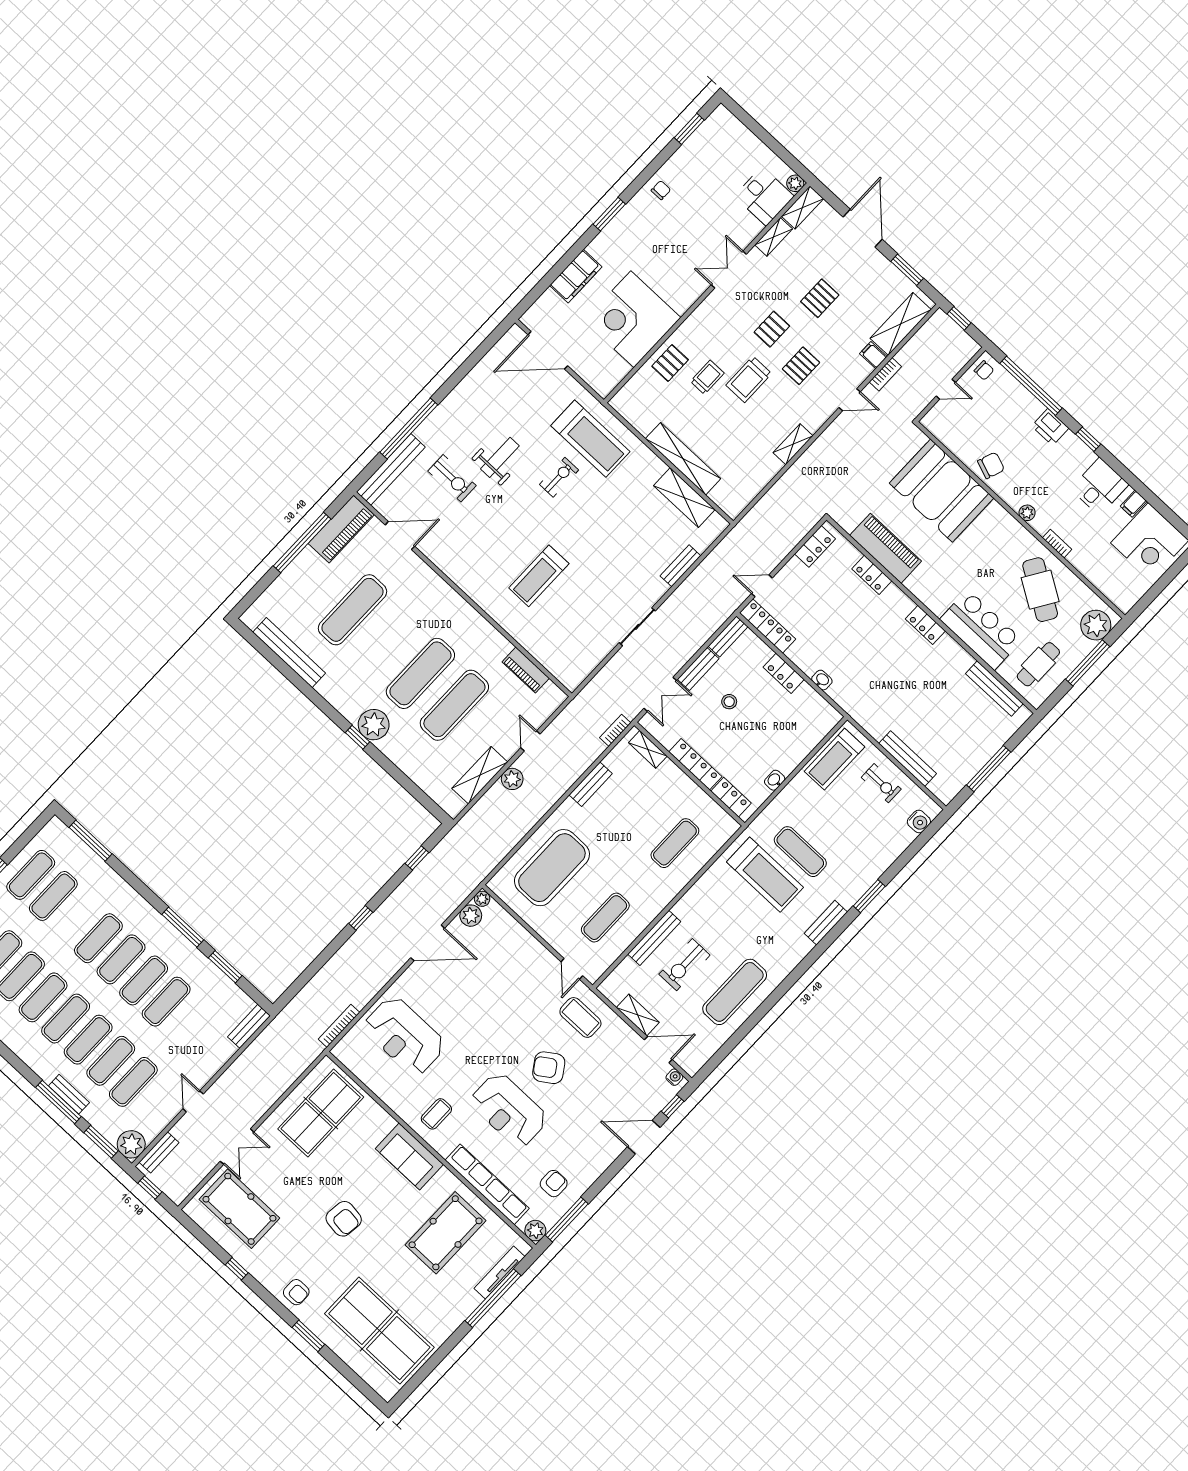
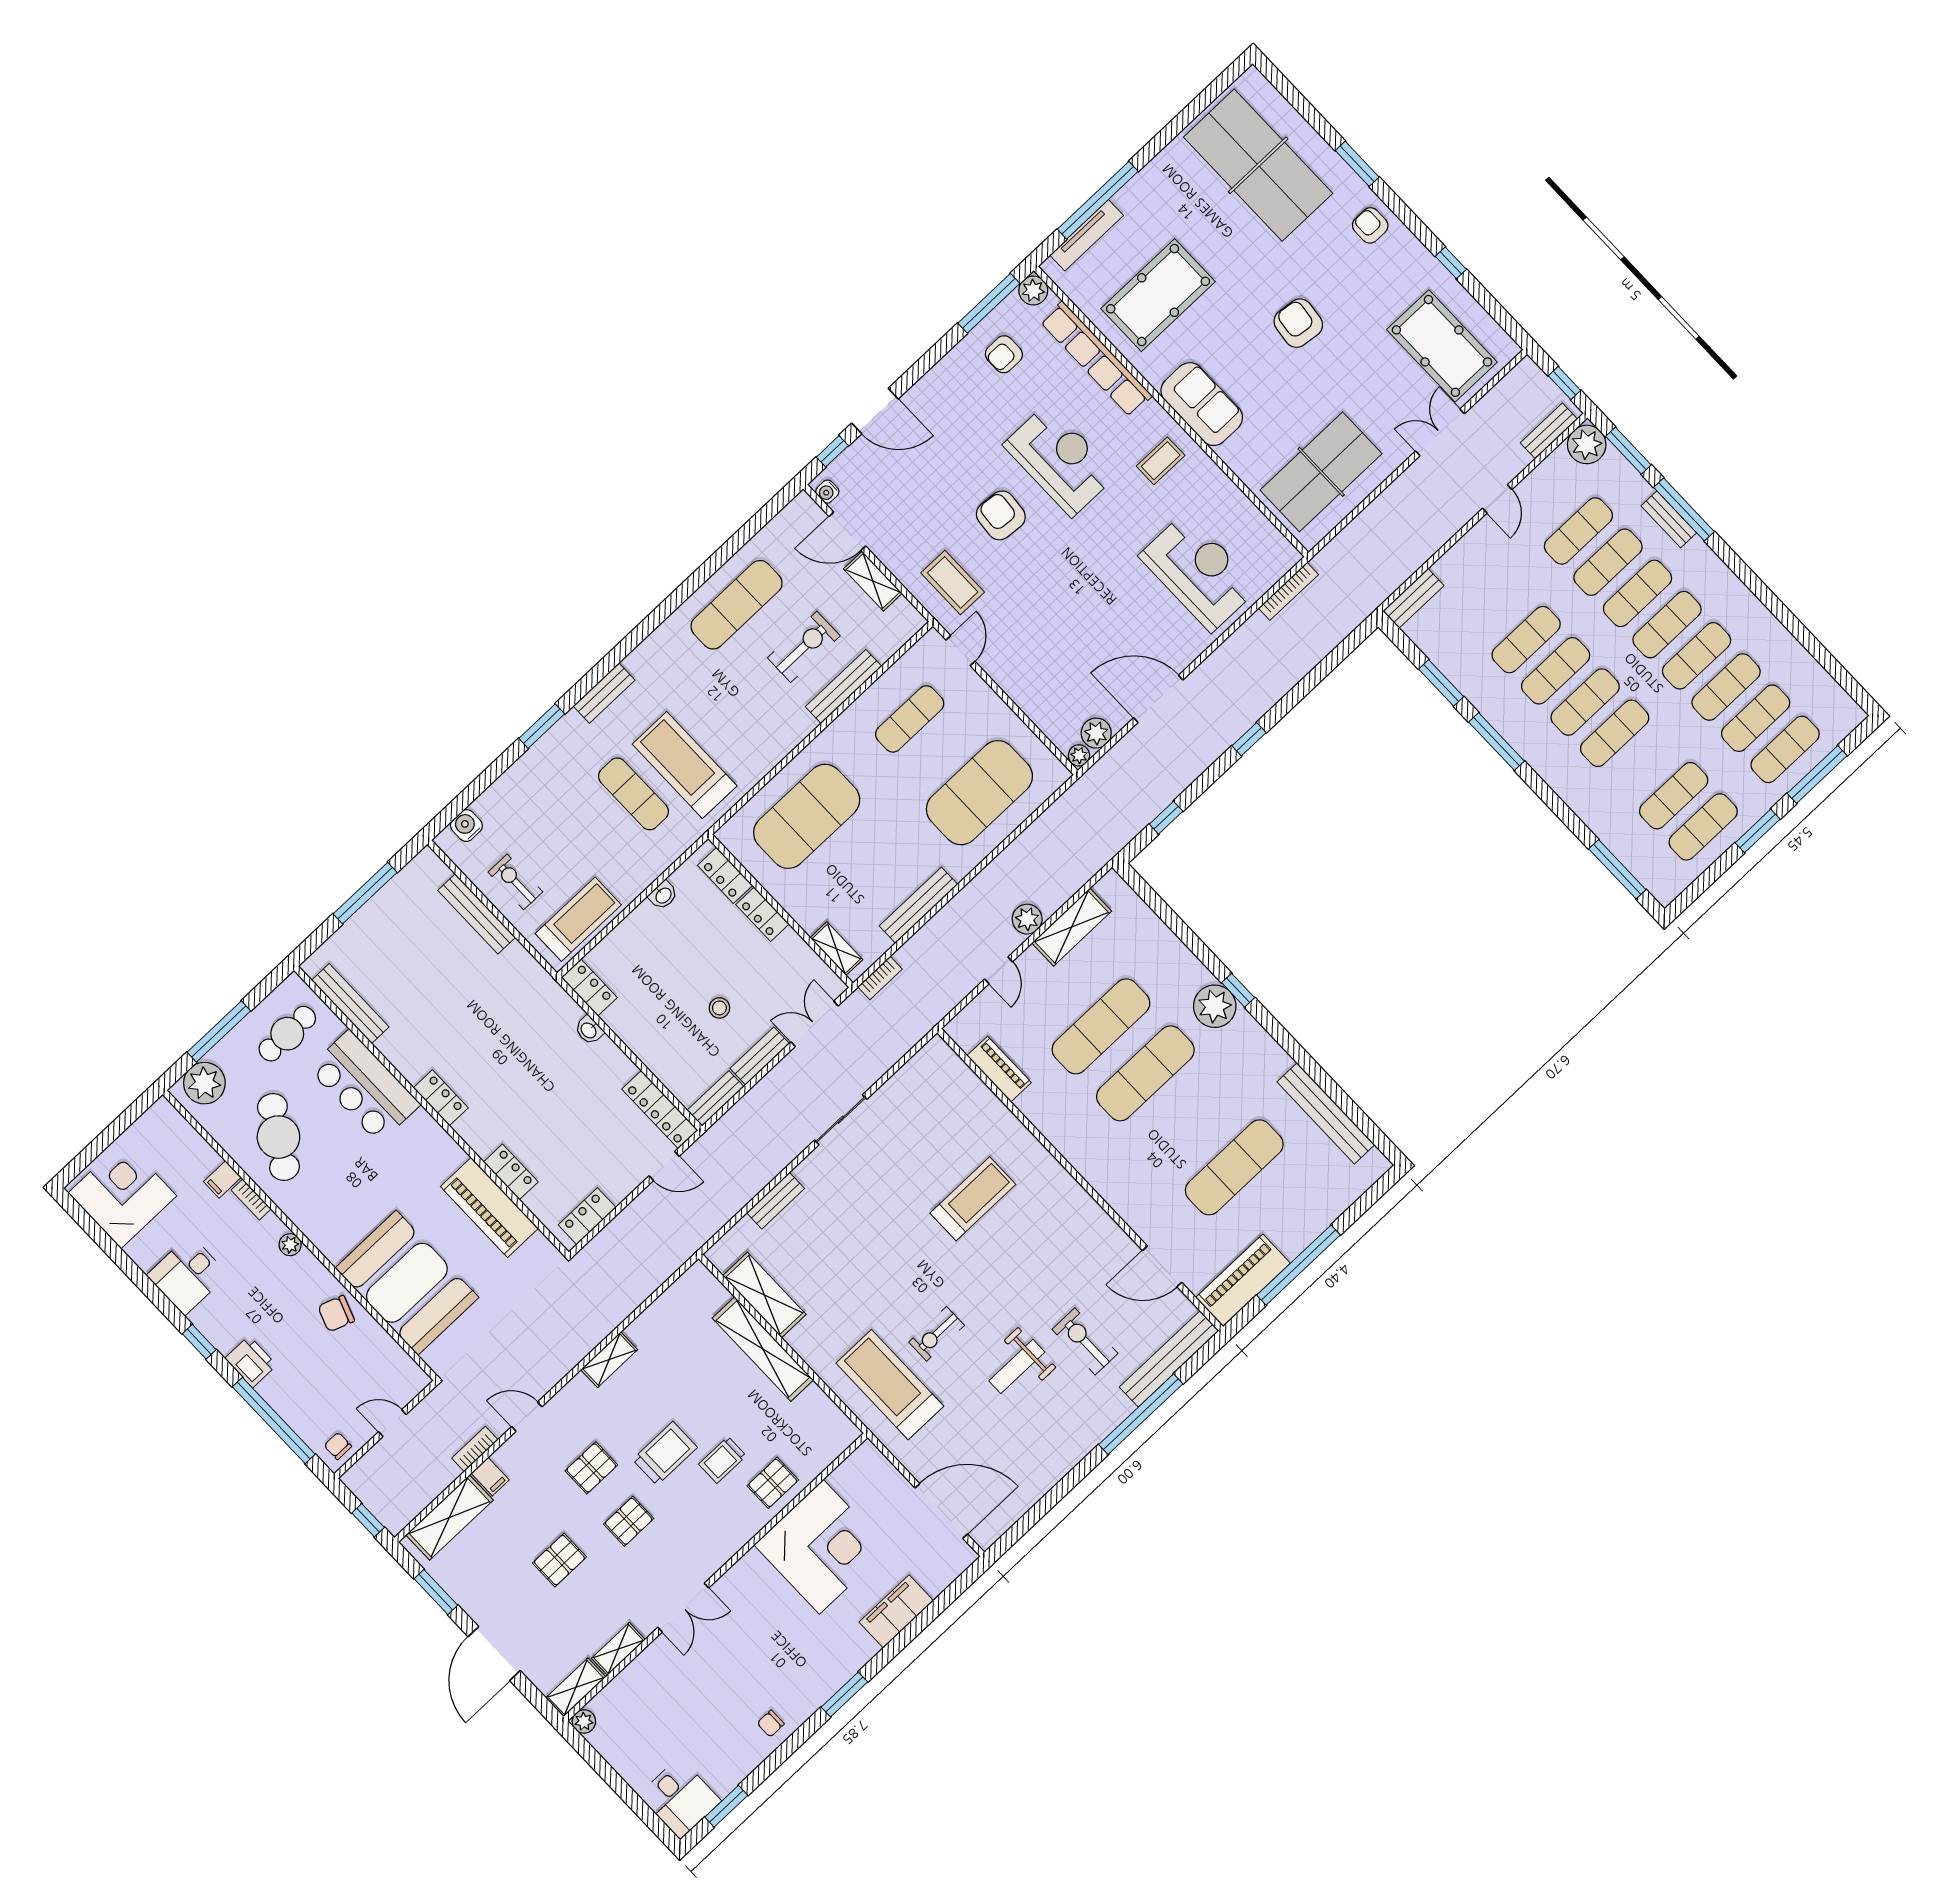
desk: (764, 196) -> (680, 1798), moved, turned 180
filing cabinet: (1134, 504) -> (222, 1179), moved, turned 180
locker: (784, 673) -> (589, 987), moved
locker: (695, 764) -> (762, 914), width x0.66
bench: (591, 784) -> (919, 905), width x1.36
exercise mat: (675, 843) -> (807, 816), width x2.00, depth x1.45
armchair: (549, 1068) -> (1001, 515), turned -141

